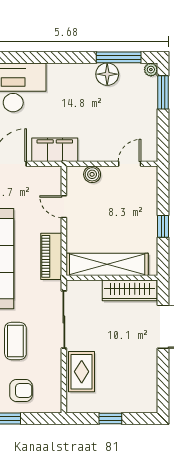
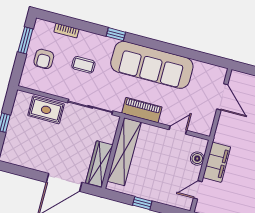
filing cabinet: (55, 150) -> (217, 162), moved
door: (130, 164) -> (198, 190), swing flipped
coffee table: (15, 341) -> (83, 65), width x0.73, depth x0.77

